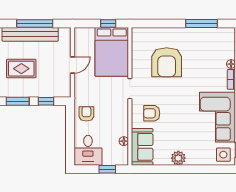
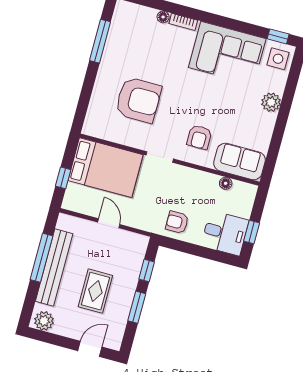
window: (108, 23) -> (63, 178), moved
plant: (178, 158) -> (271, 102), moved
window: (107, 169) -> (252, 232), moved

